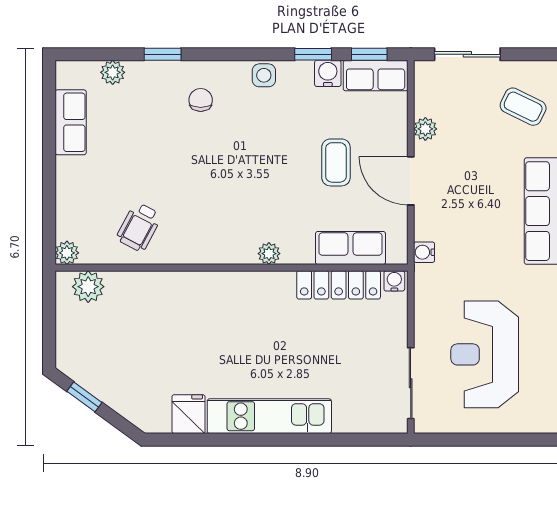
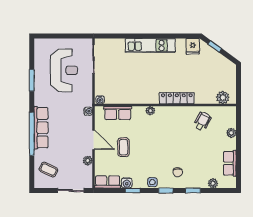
window: (369, 54) -> (166, 191), moved
plant: (67, 253) -> (231, 133), moved
locker: (339, 285) -> (177, 98), moved
window: (84, 397) -> (215, 46), moved
fridge: (189, 414) -> (193, 46), moved

